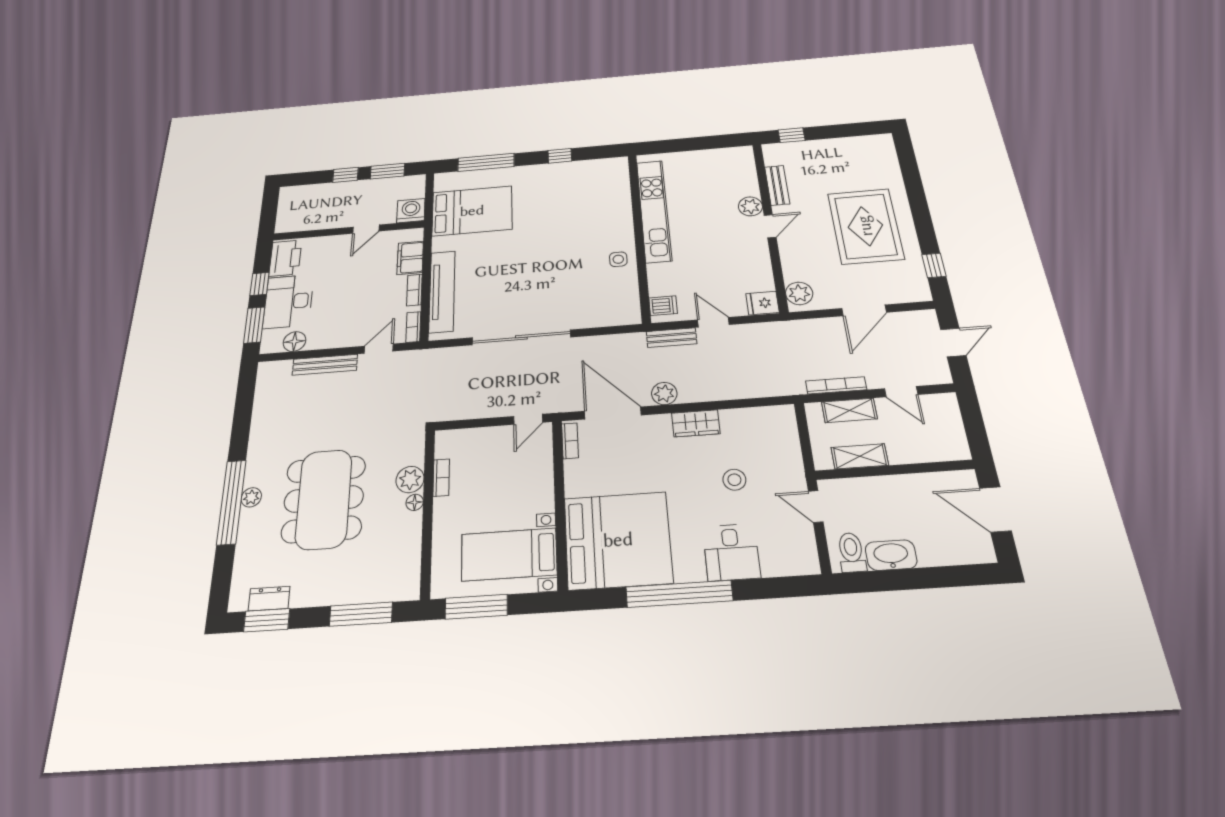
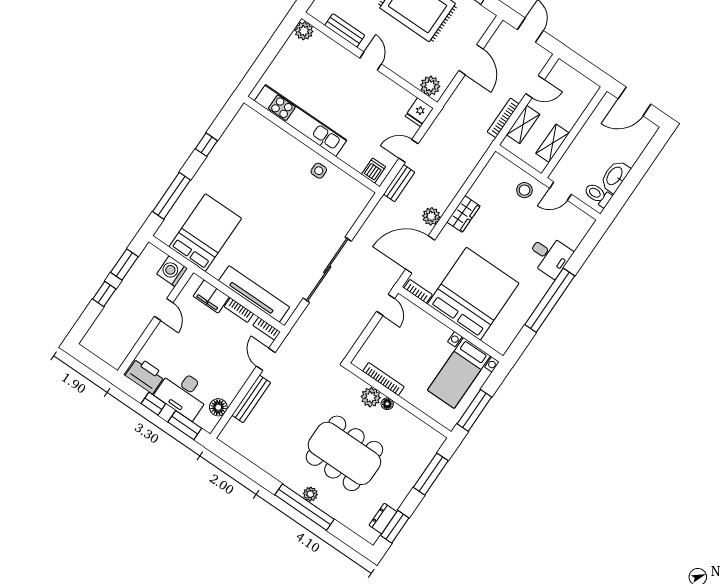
plant: (750, 206) -> (304, 31), moved
bookcase: (441, 478) -> (383, 379), width x1.56
stool: (734, 480) -> (524, 190), moved
bed: (618, 540) -> (473, 294), moved

